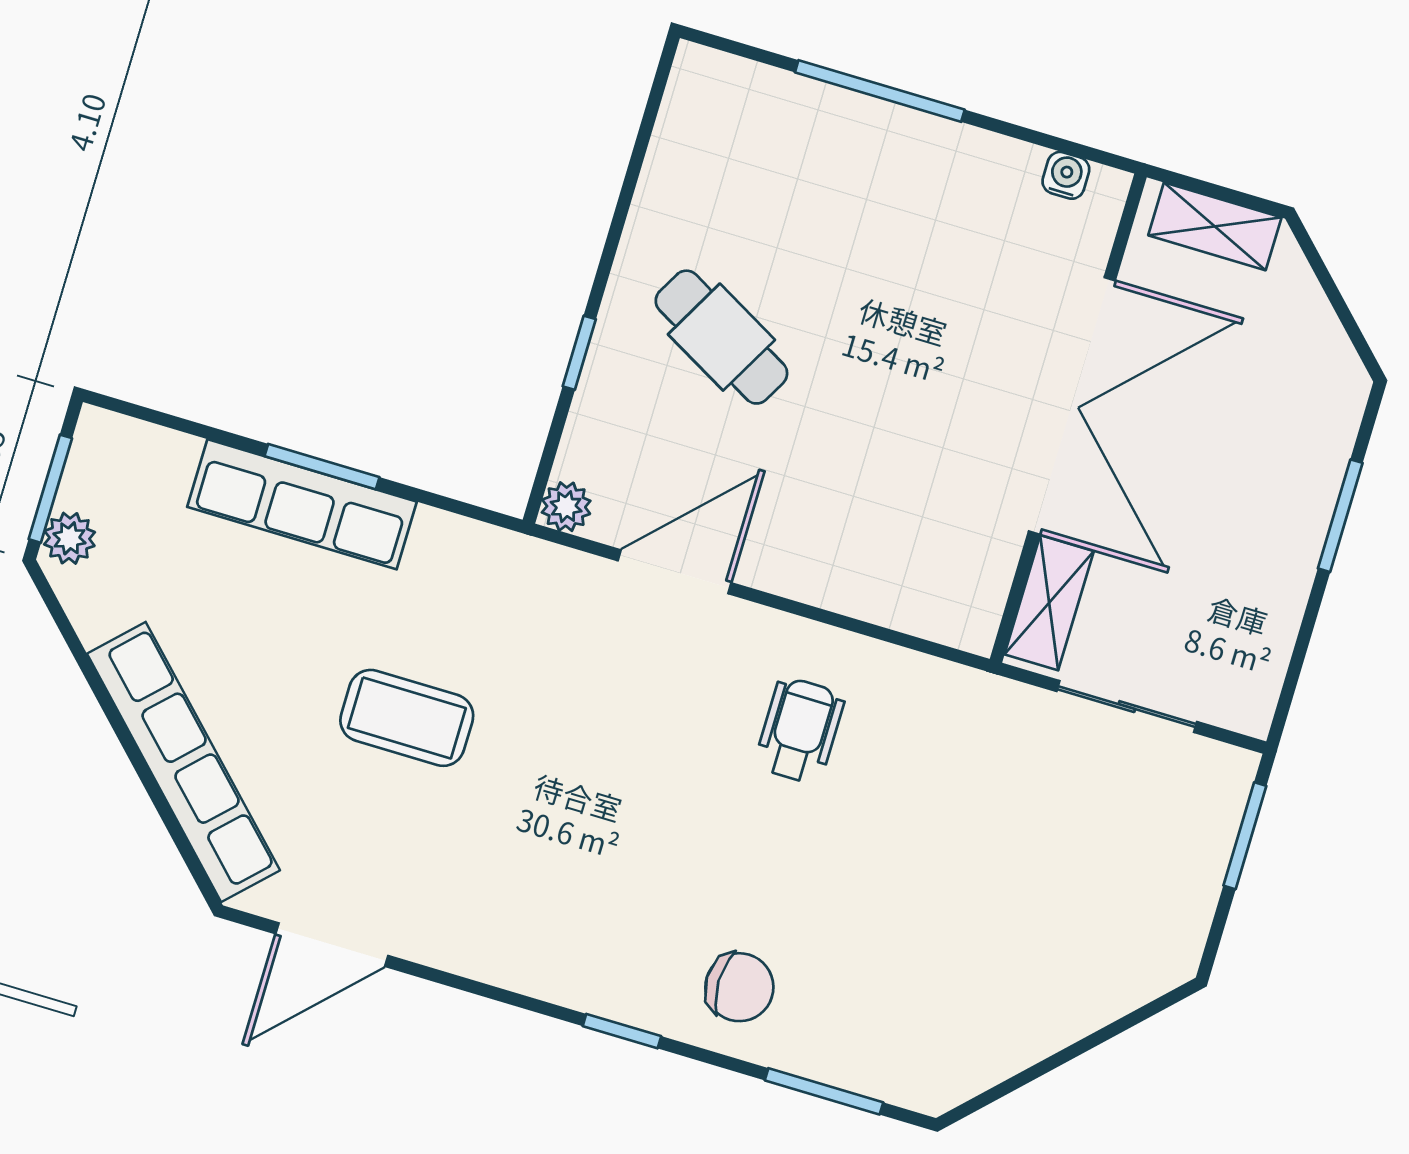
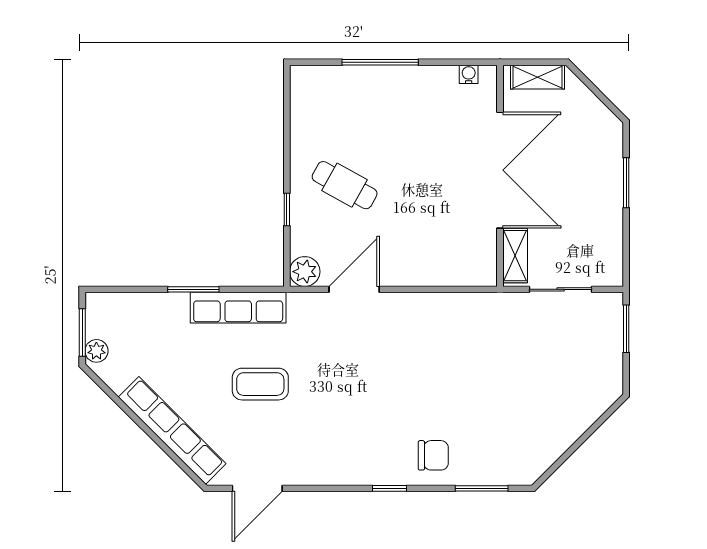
row of seats: (302, 504) -> (238, 308), moved
plant: (566, 507) -> (305, 272), width x1.38, depth x1.38
wheelchair: (800, 730) -> (426, 340), removed

